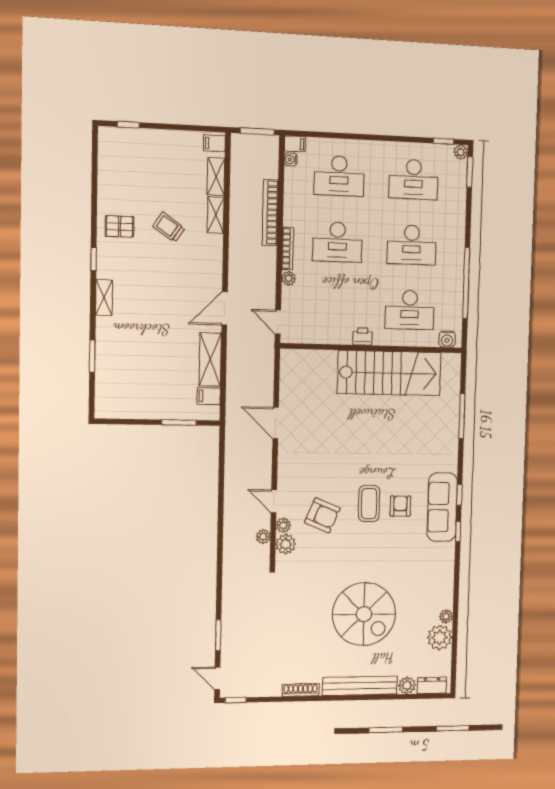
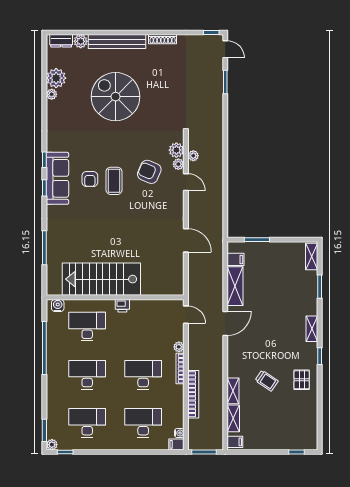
pallet: (120, 226) -> (302, 380), turned 90
shelving: (103, 398) -> (312, 256), added

